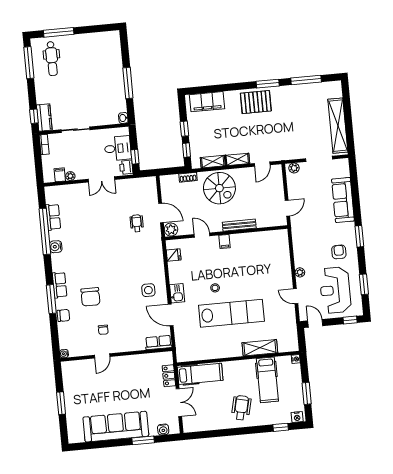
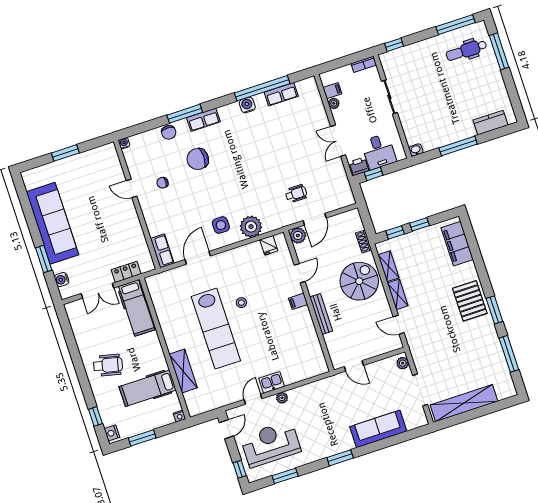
kitchen counter: (44, 118) -> (490, 123), moved, turned 180
spiral stairs: (219, 188) -> (359, 281), turned 180
armchair: (339, 252) -> (316, 438), removed
plant: (155, 266) -> (251, 227), added
kitchen sink: (177, 293) -> (272, 382), moved, turned 180

